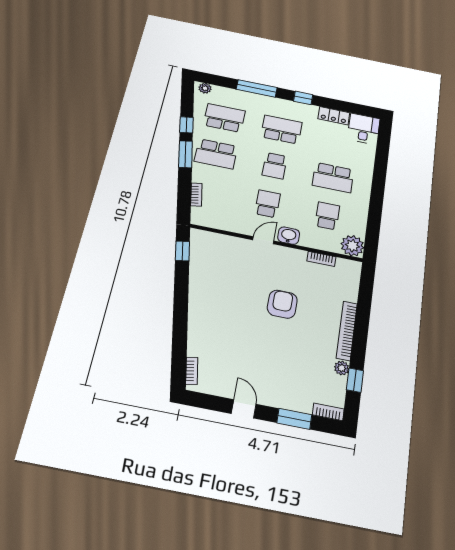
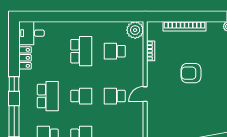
school desk: (281, 130) -> (48, 96), turned 180
washbasin: (289, 236) -> (137, 77), removed
door: (263, 240) -> (145, 94), hinge flipped
bookcase: (347, 331) -> (185, 26), moved

